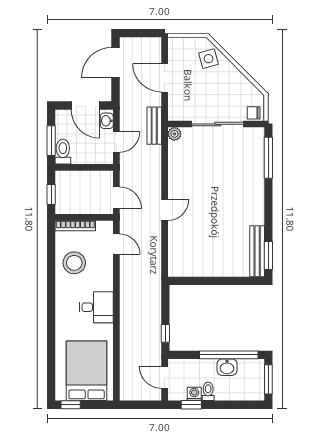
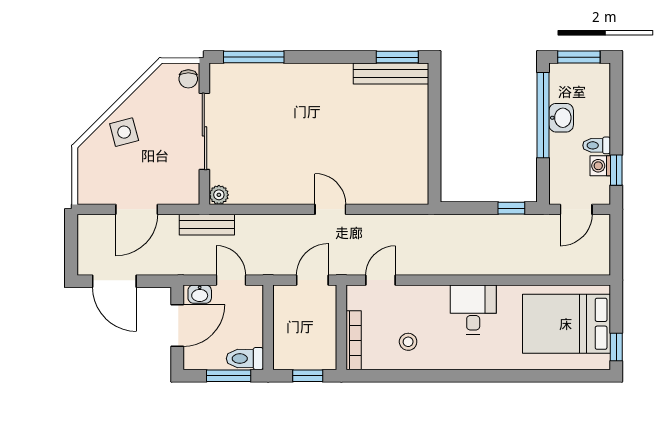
side table: (209, 59) -> (124, 132), moved
stool: (74, 263) -> (408, 342), width x0.53, depth x0.53

